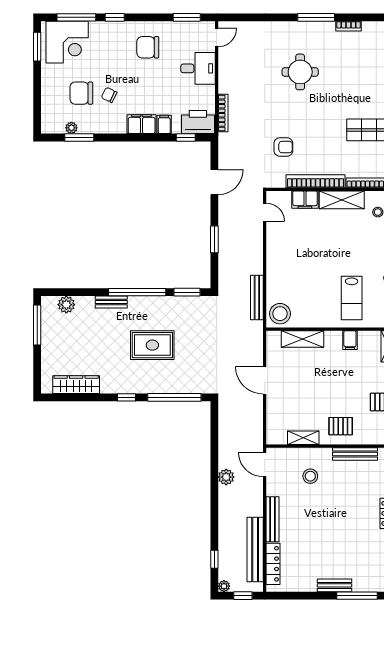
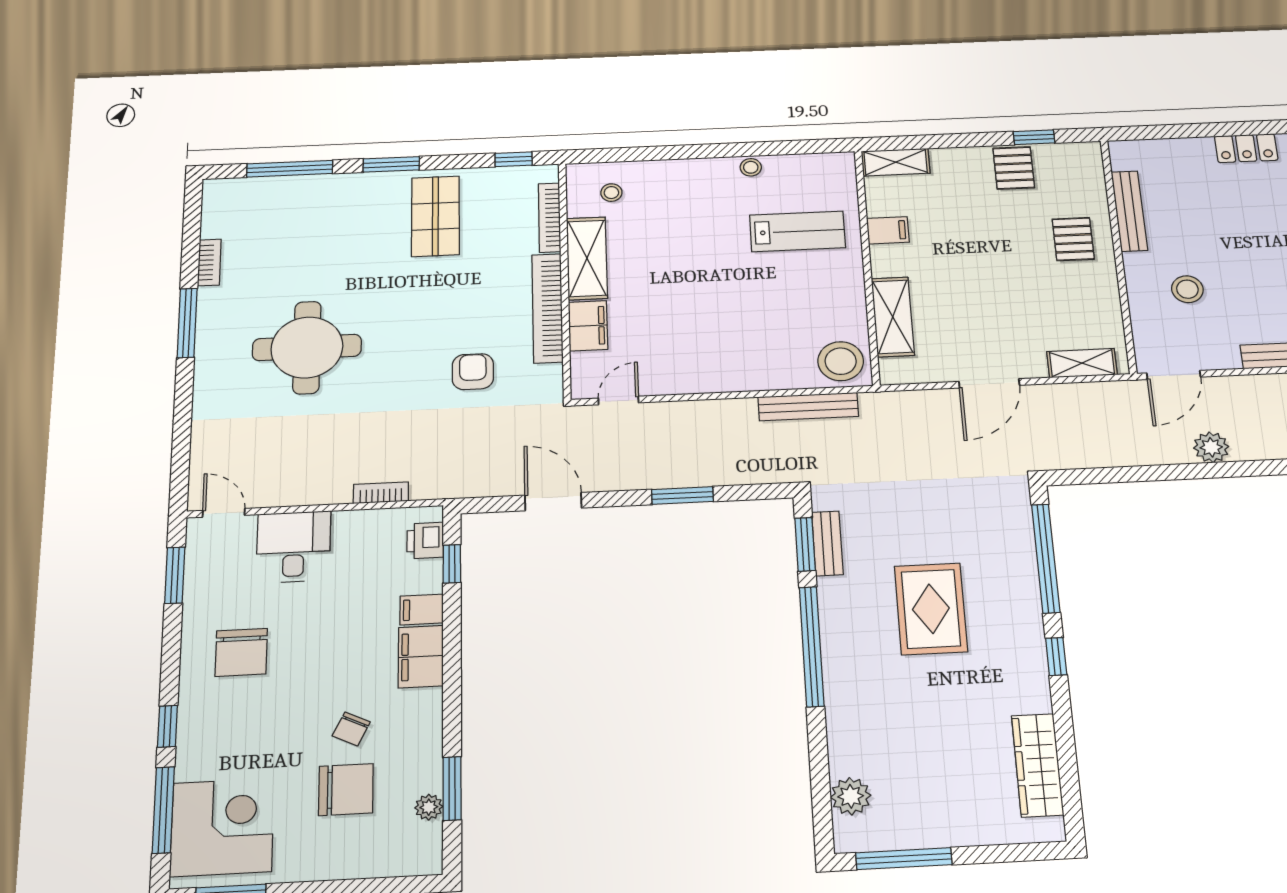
round table: (300, 72) -> (307, 347), width x1.36, depth x1.36
chair: (81, 93) -> (346, 790), turned -90
bookcase: (223, 113) -> (381, 493), width x0.64
printer: (198, 122) -> (425, 540), width x0.53, depth x0.68
bench: (111, 302) -> (827, 543), moved
shelving: (303, 438) -> (1082, 363), moved, turned 90

